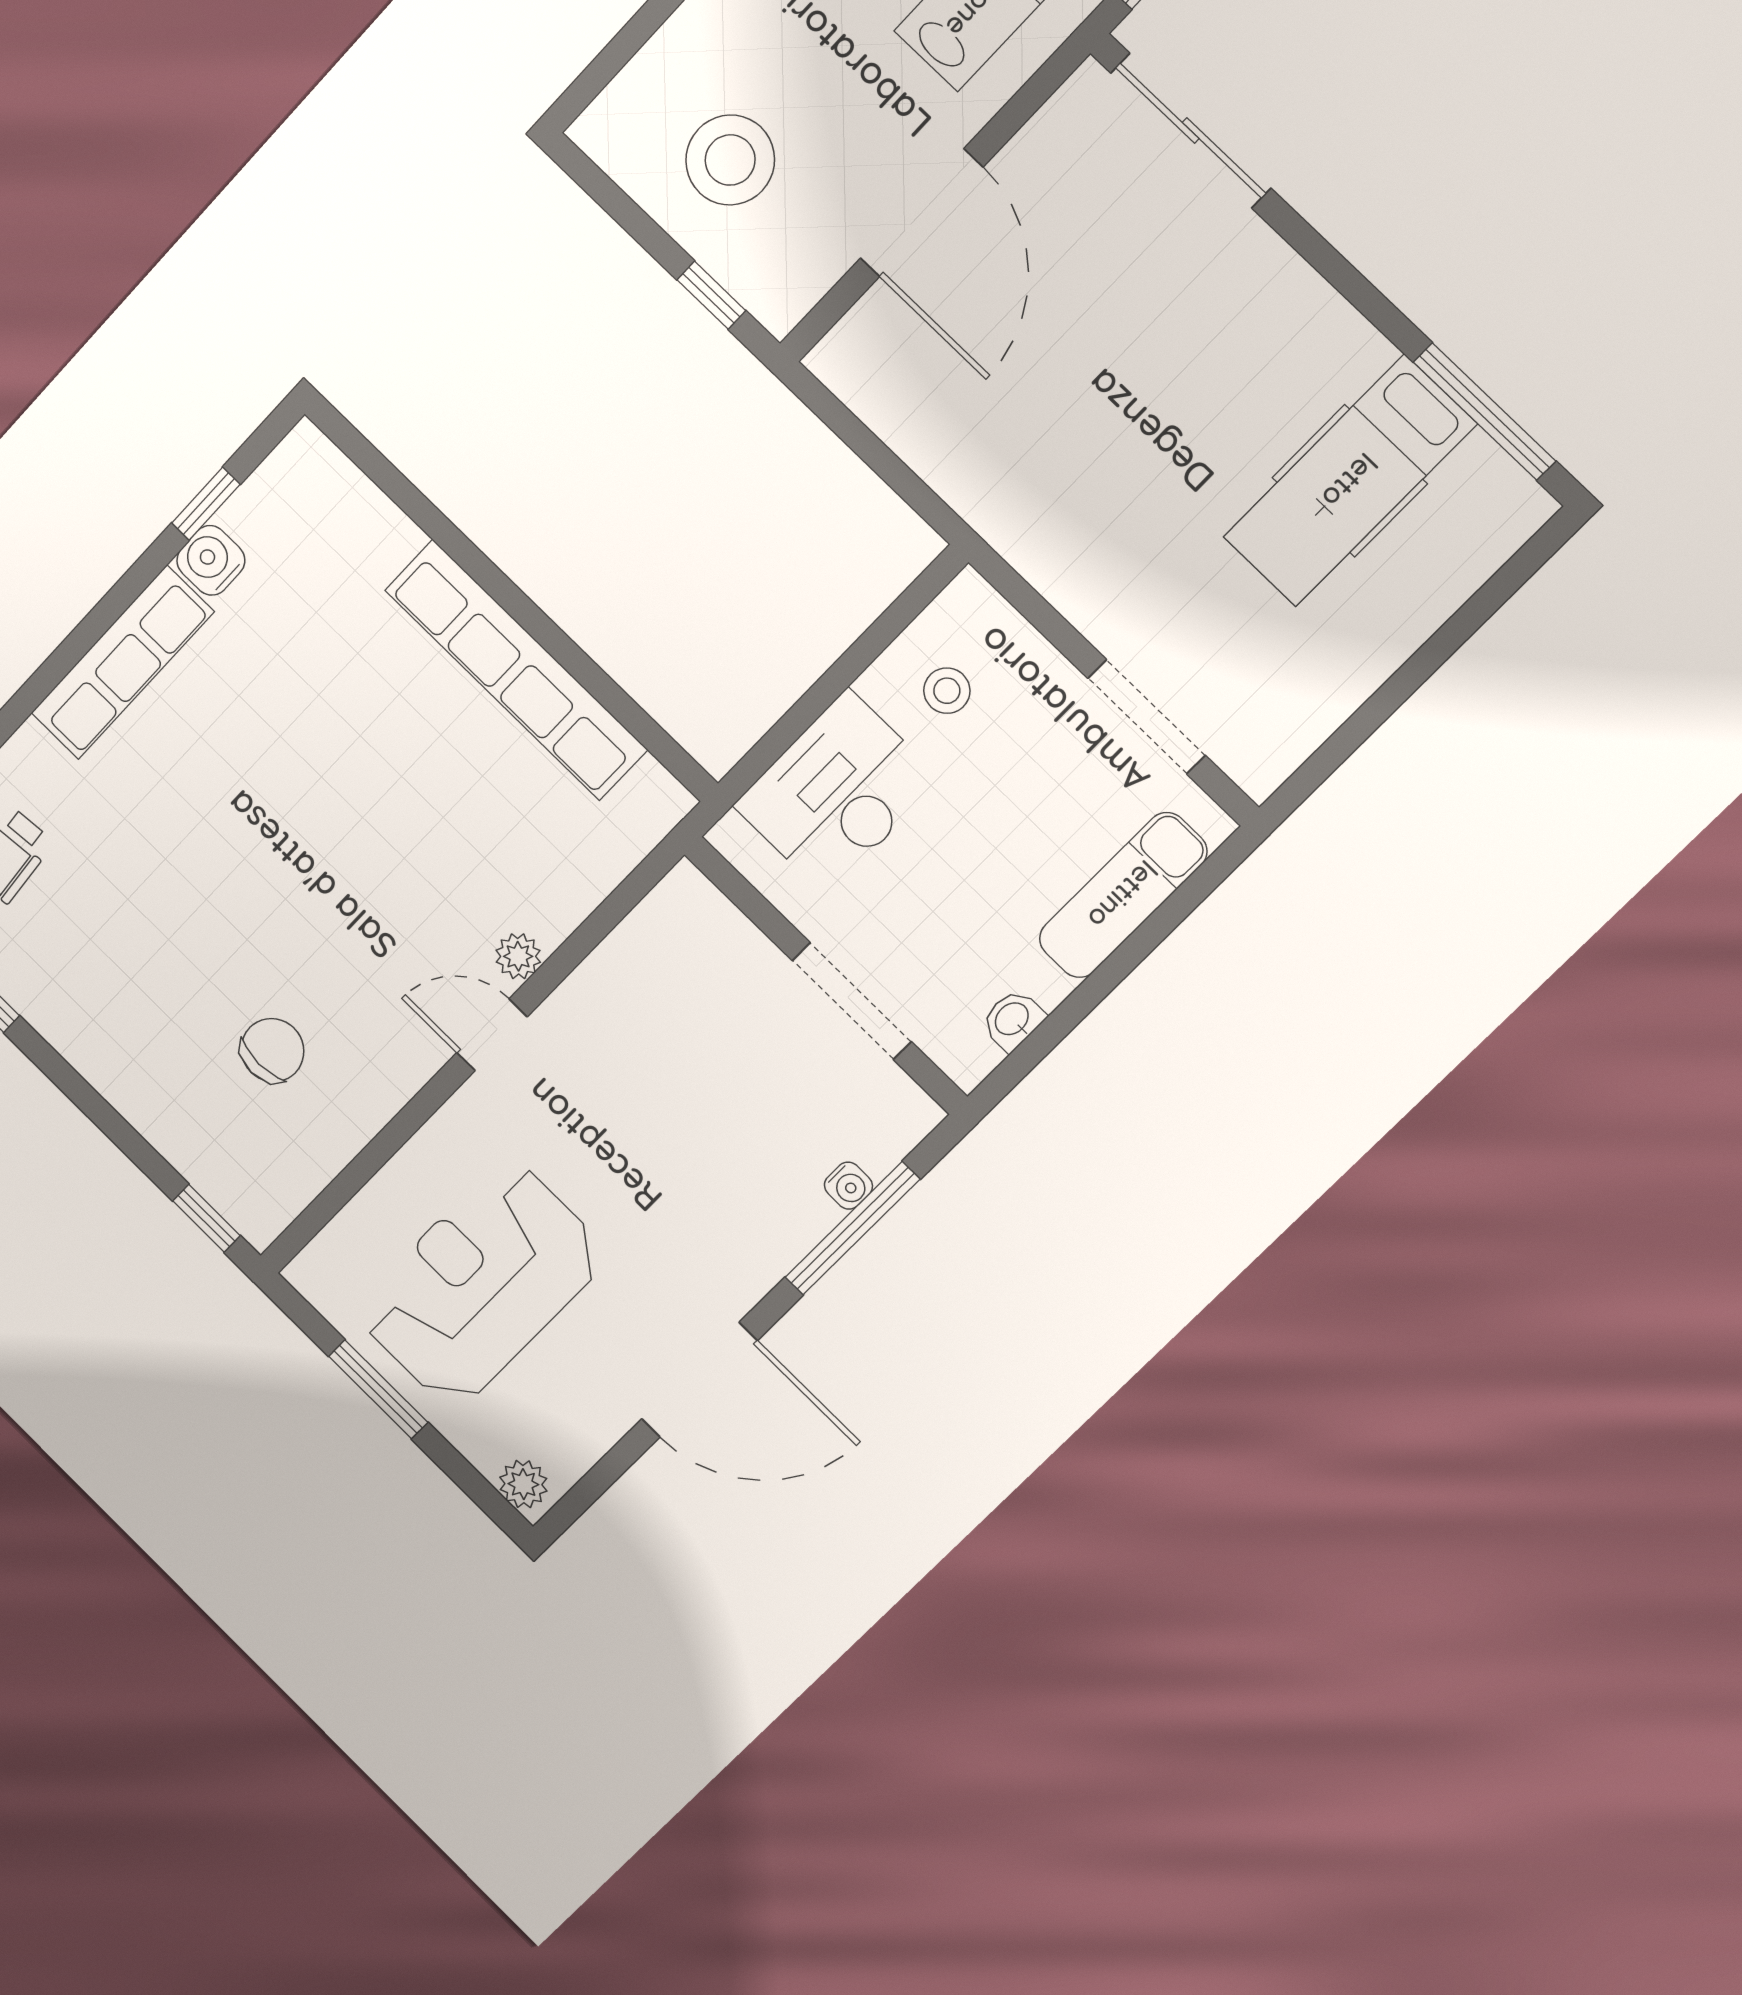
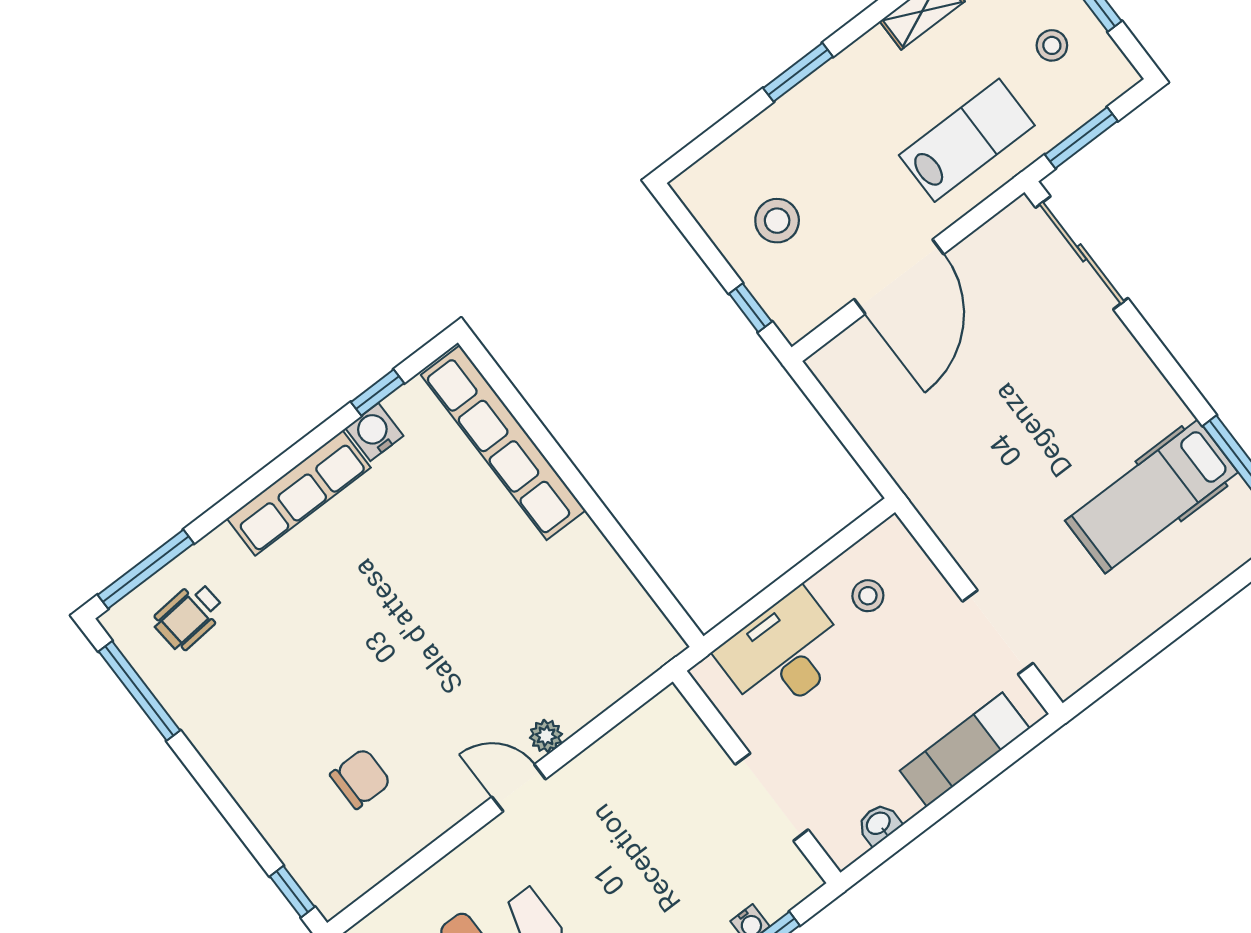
stool: (730, 160) -> (777, 221), width x0.73, depth x0.73
row of seats: (516, 670) -> (503, 443), moved

